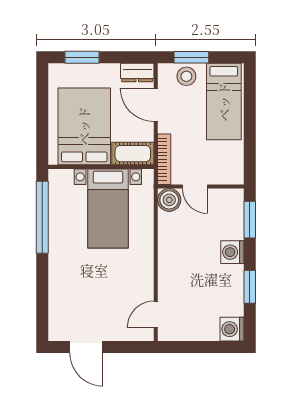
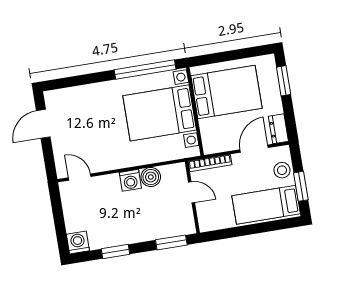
window: (191, 57) -> (301, 186), moved
cot: (133, 154) -> (210, 136), removed
door: (195, 186) -> (191, 192), swing flipped
boiler: (169, 200) -> (151, 177), moved
bed with nightstands: (108, 209) -> (160, 113), width x1.36
washing machine: (232, 252) -> (130, 180), moved, turned 180

